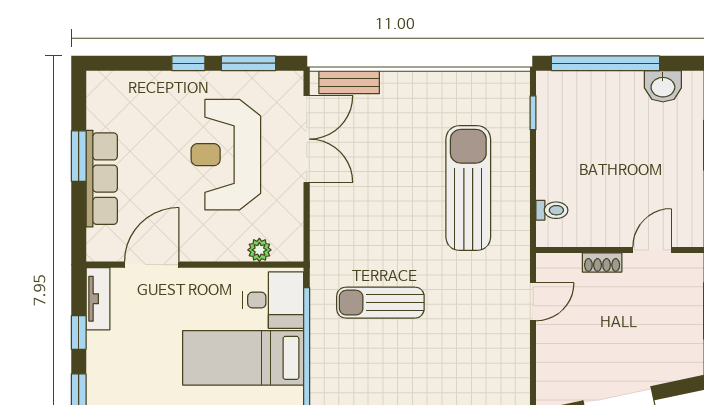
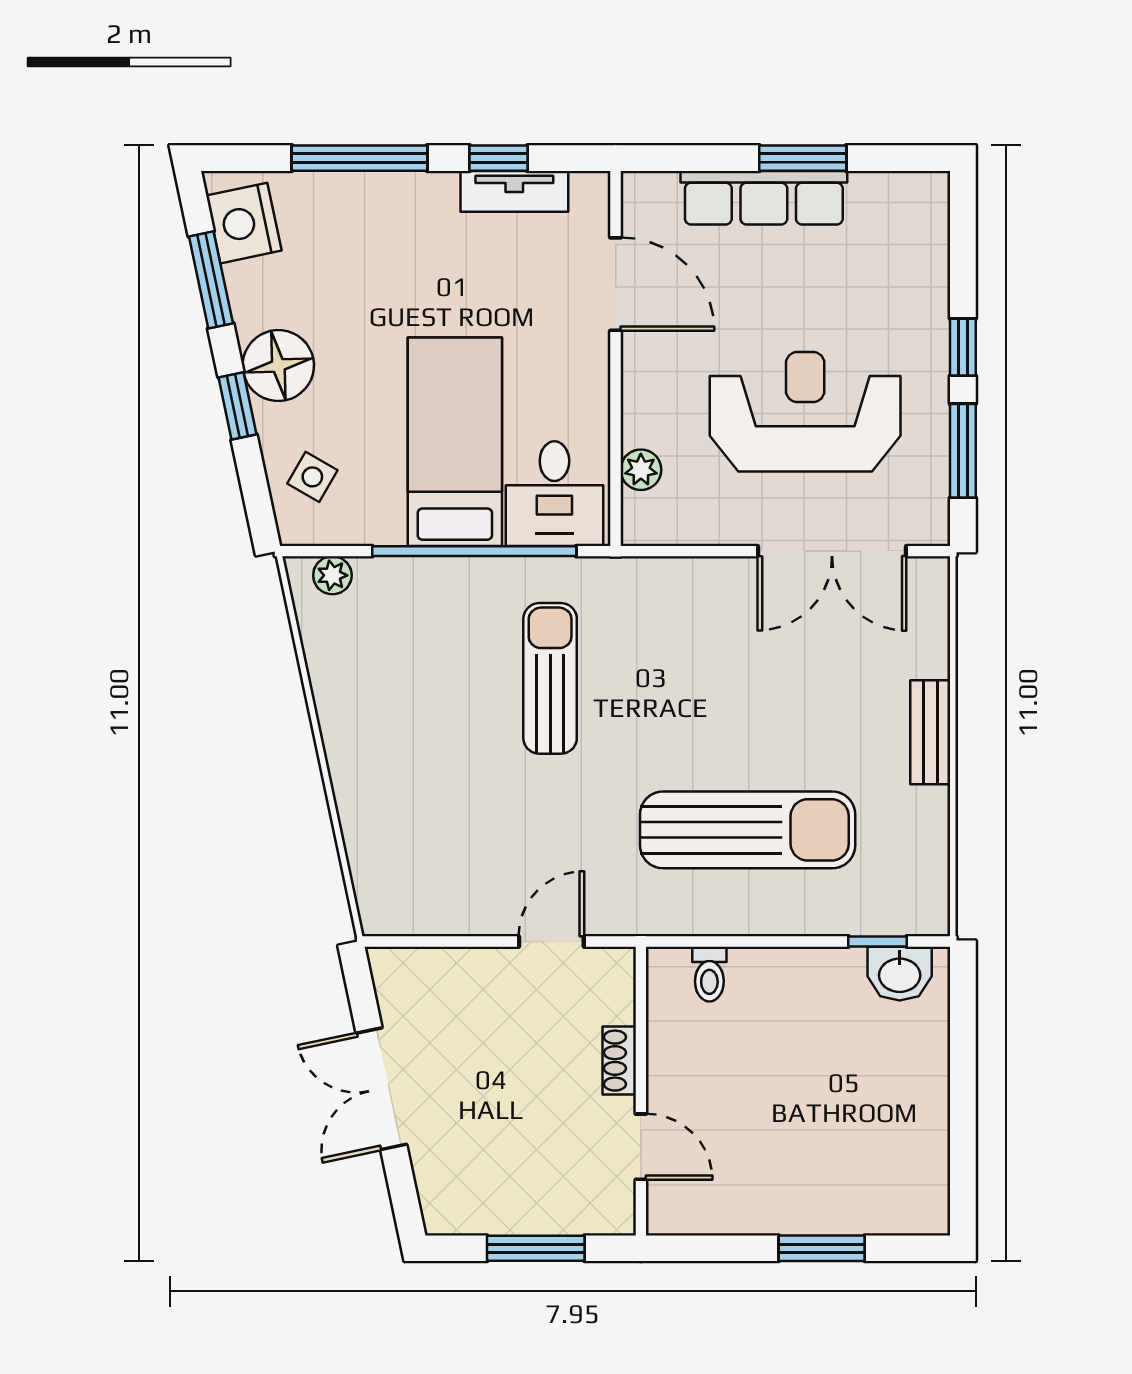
window: (605, 63) -> (963, 1066), removed
bench: (349, 82) -> (930, 732), moved
washbasin: (663, 86) -> (900, 974), moved, turned -90
tv unit: (98, 299) -> (514, 191), moved
door: (533, 302) -> (551, 942), swing flipped

